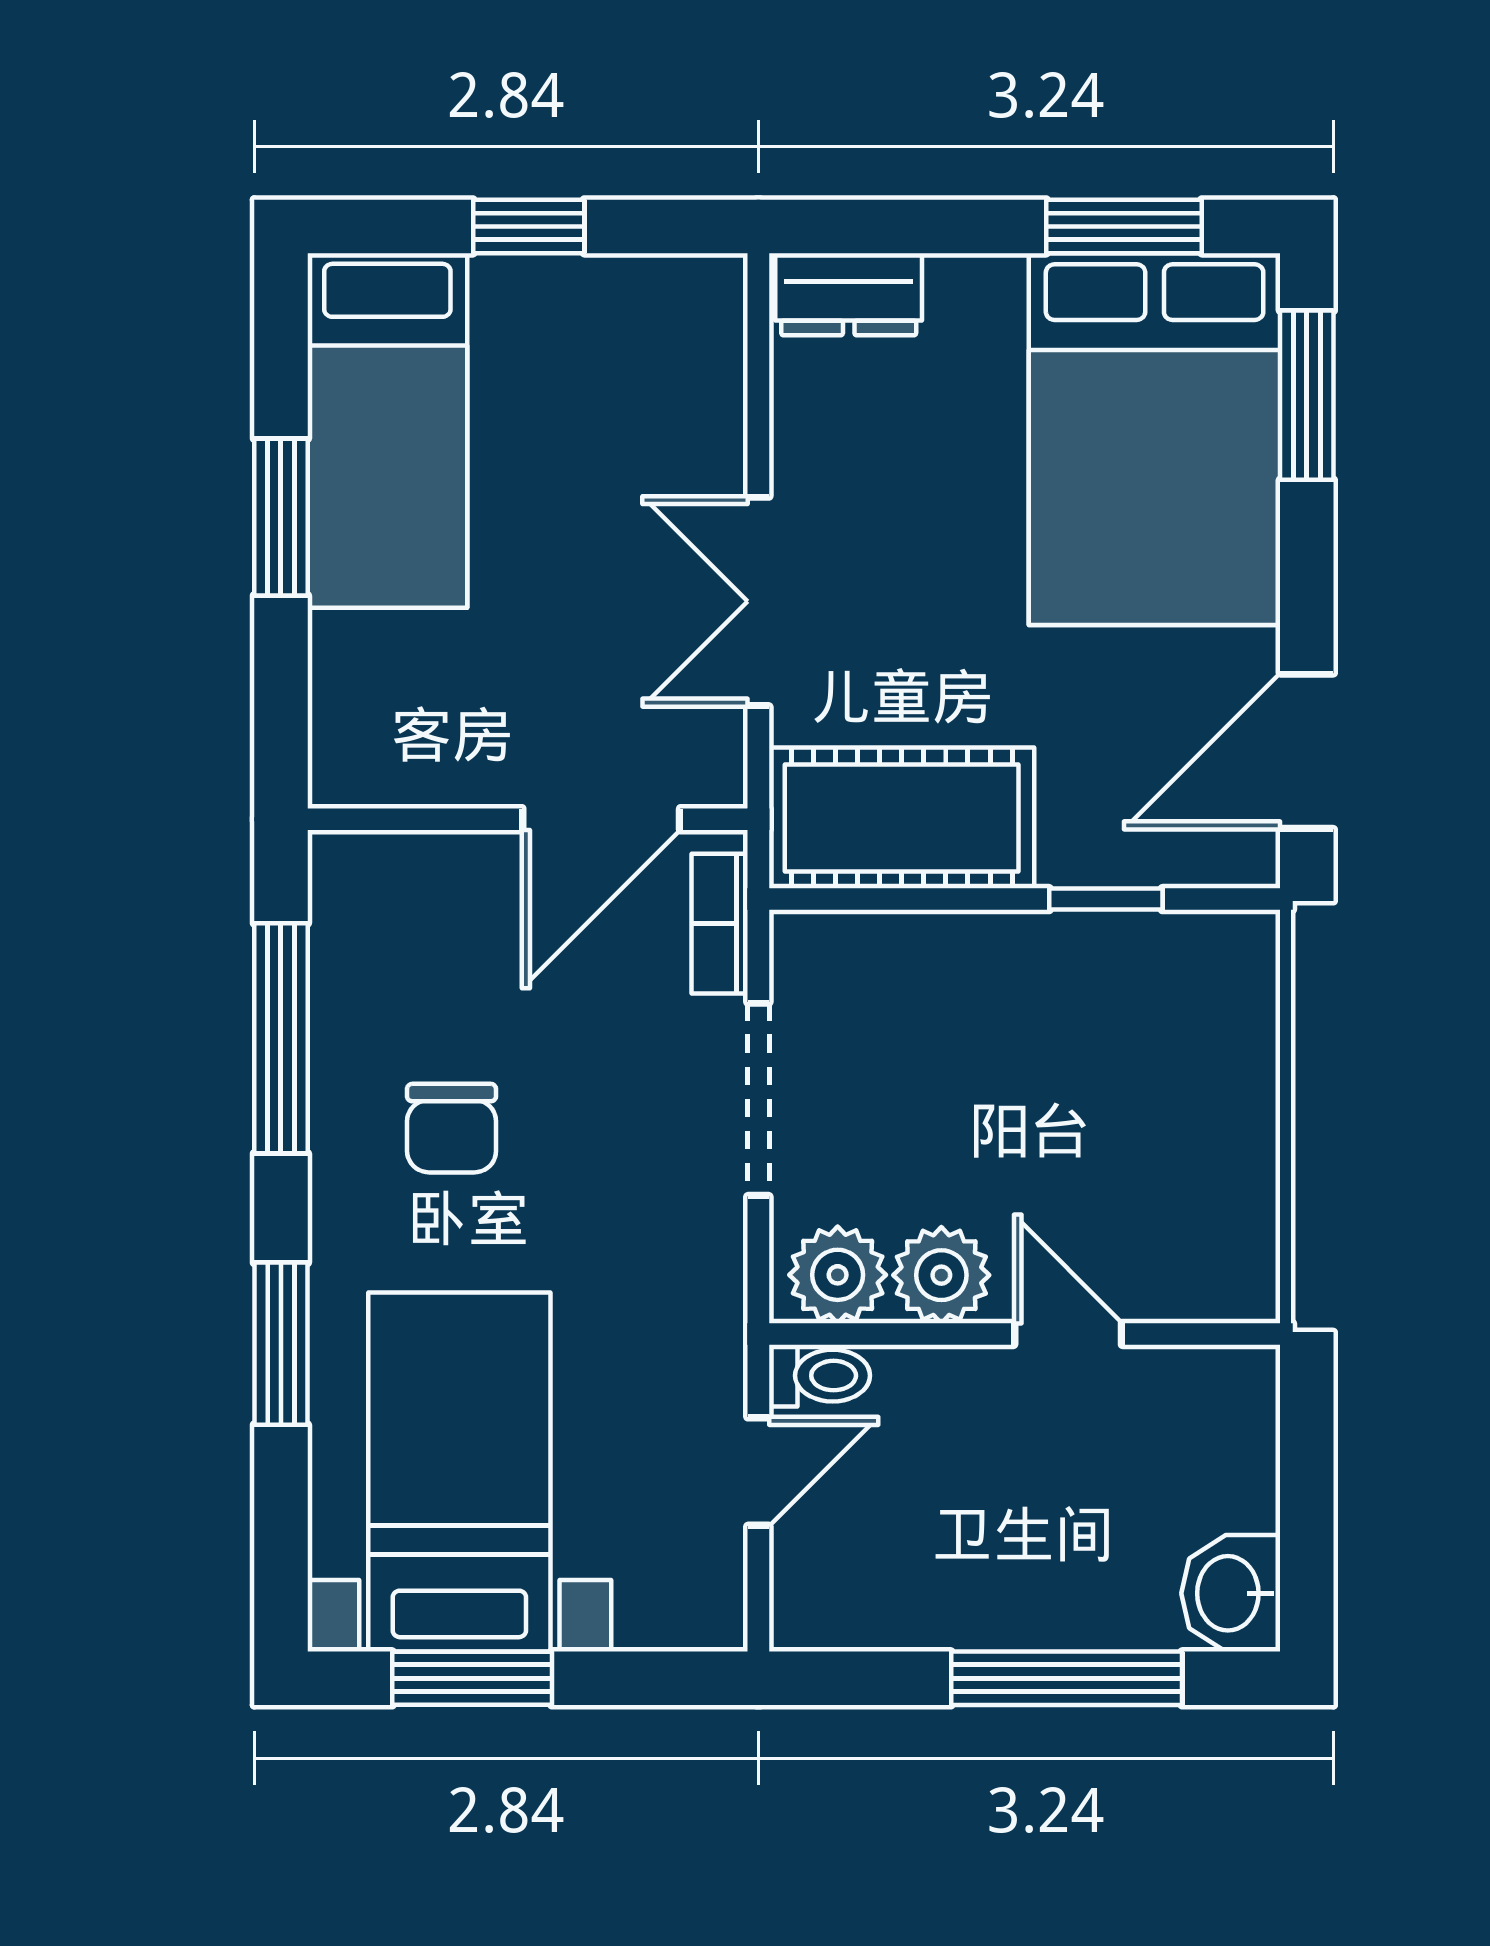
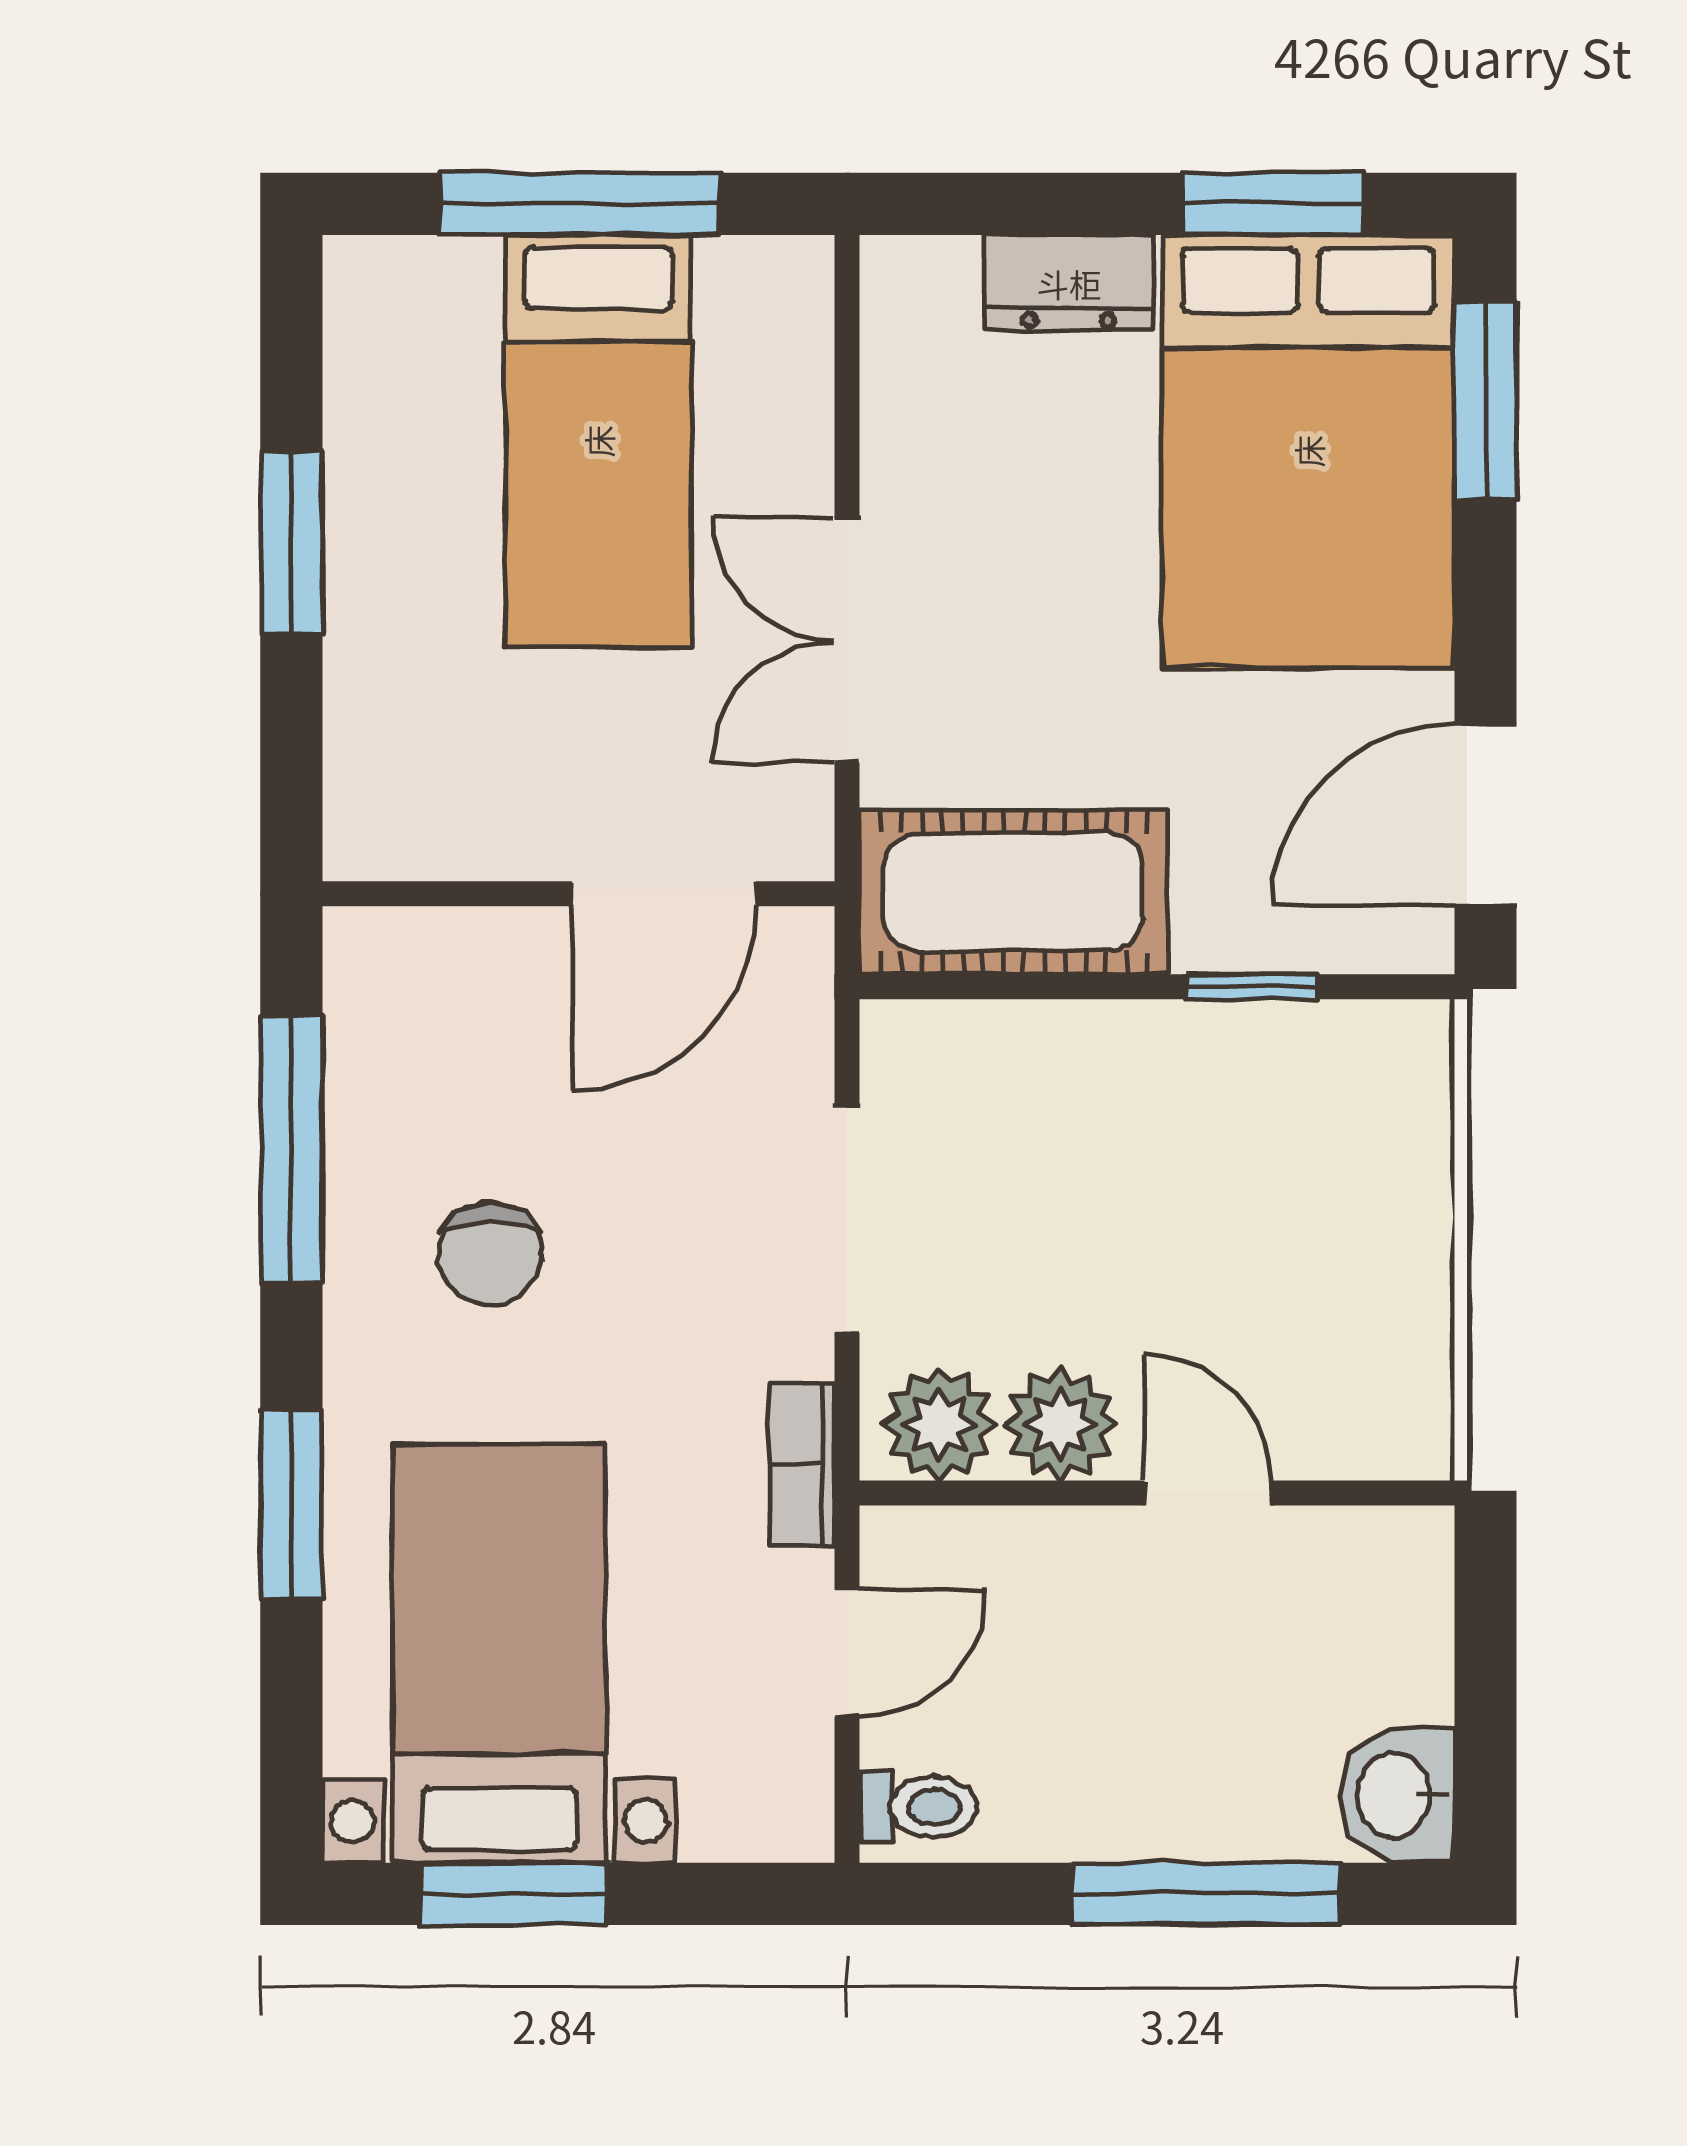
window: (529, 226) -> (580, 204), width x2.17
dresser: (849, 294) -> (1069, 283), moved
bed: (387, 430) -> (598, 441), moved
bookcase: (720, 924) -> (802, 1464), moved
toilet: (819, 1376) -> (918, 1807), moved

